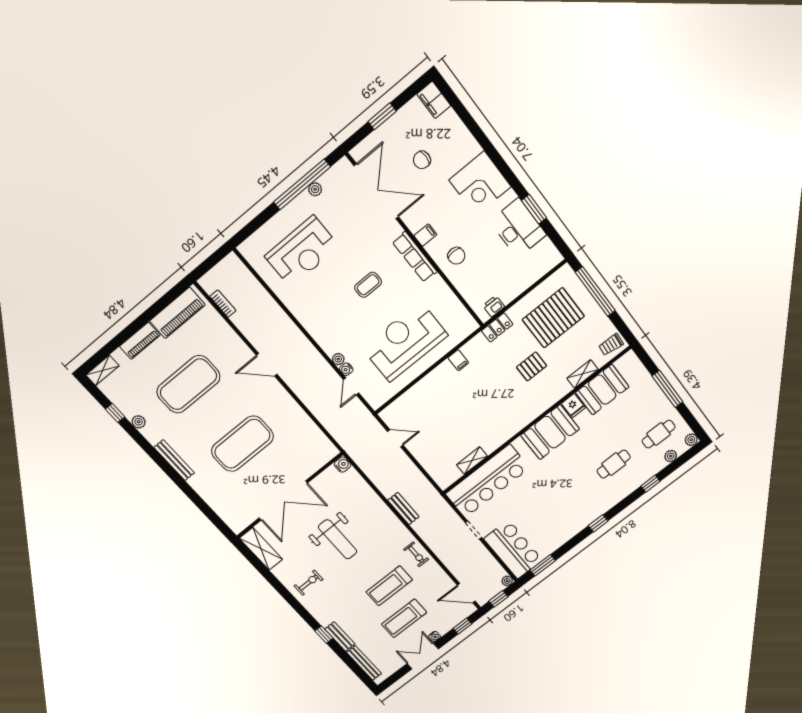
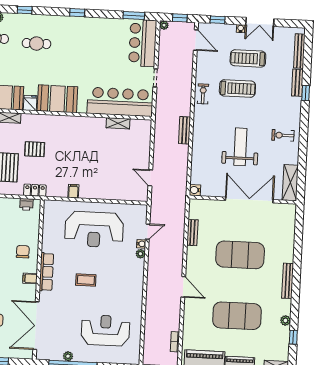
bench: (307, 424) -> (192, 233), added
treadmill: (404, 618) -> (248, 58), turned 180

